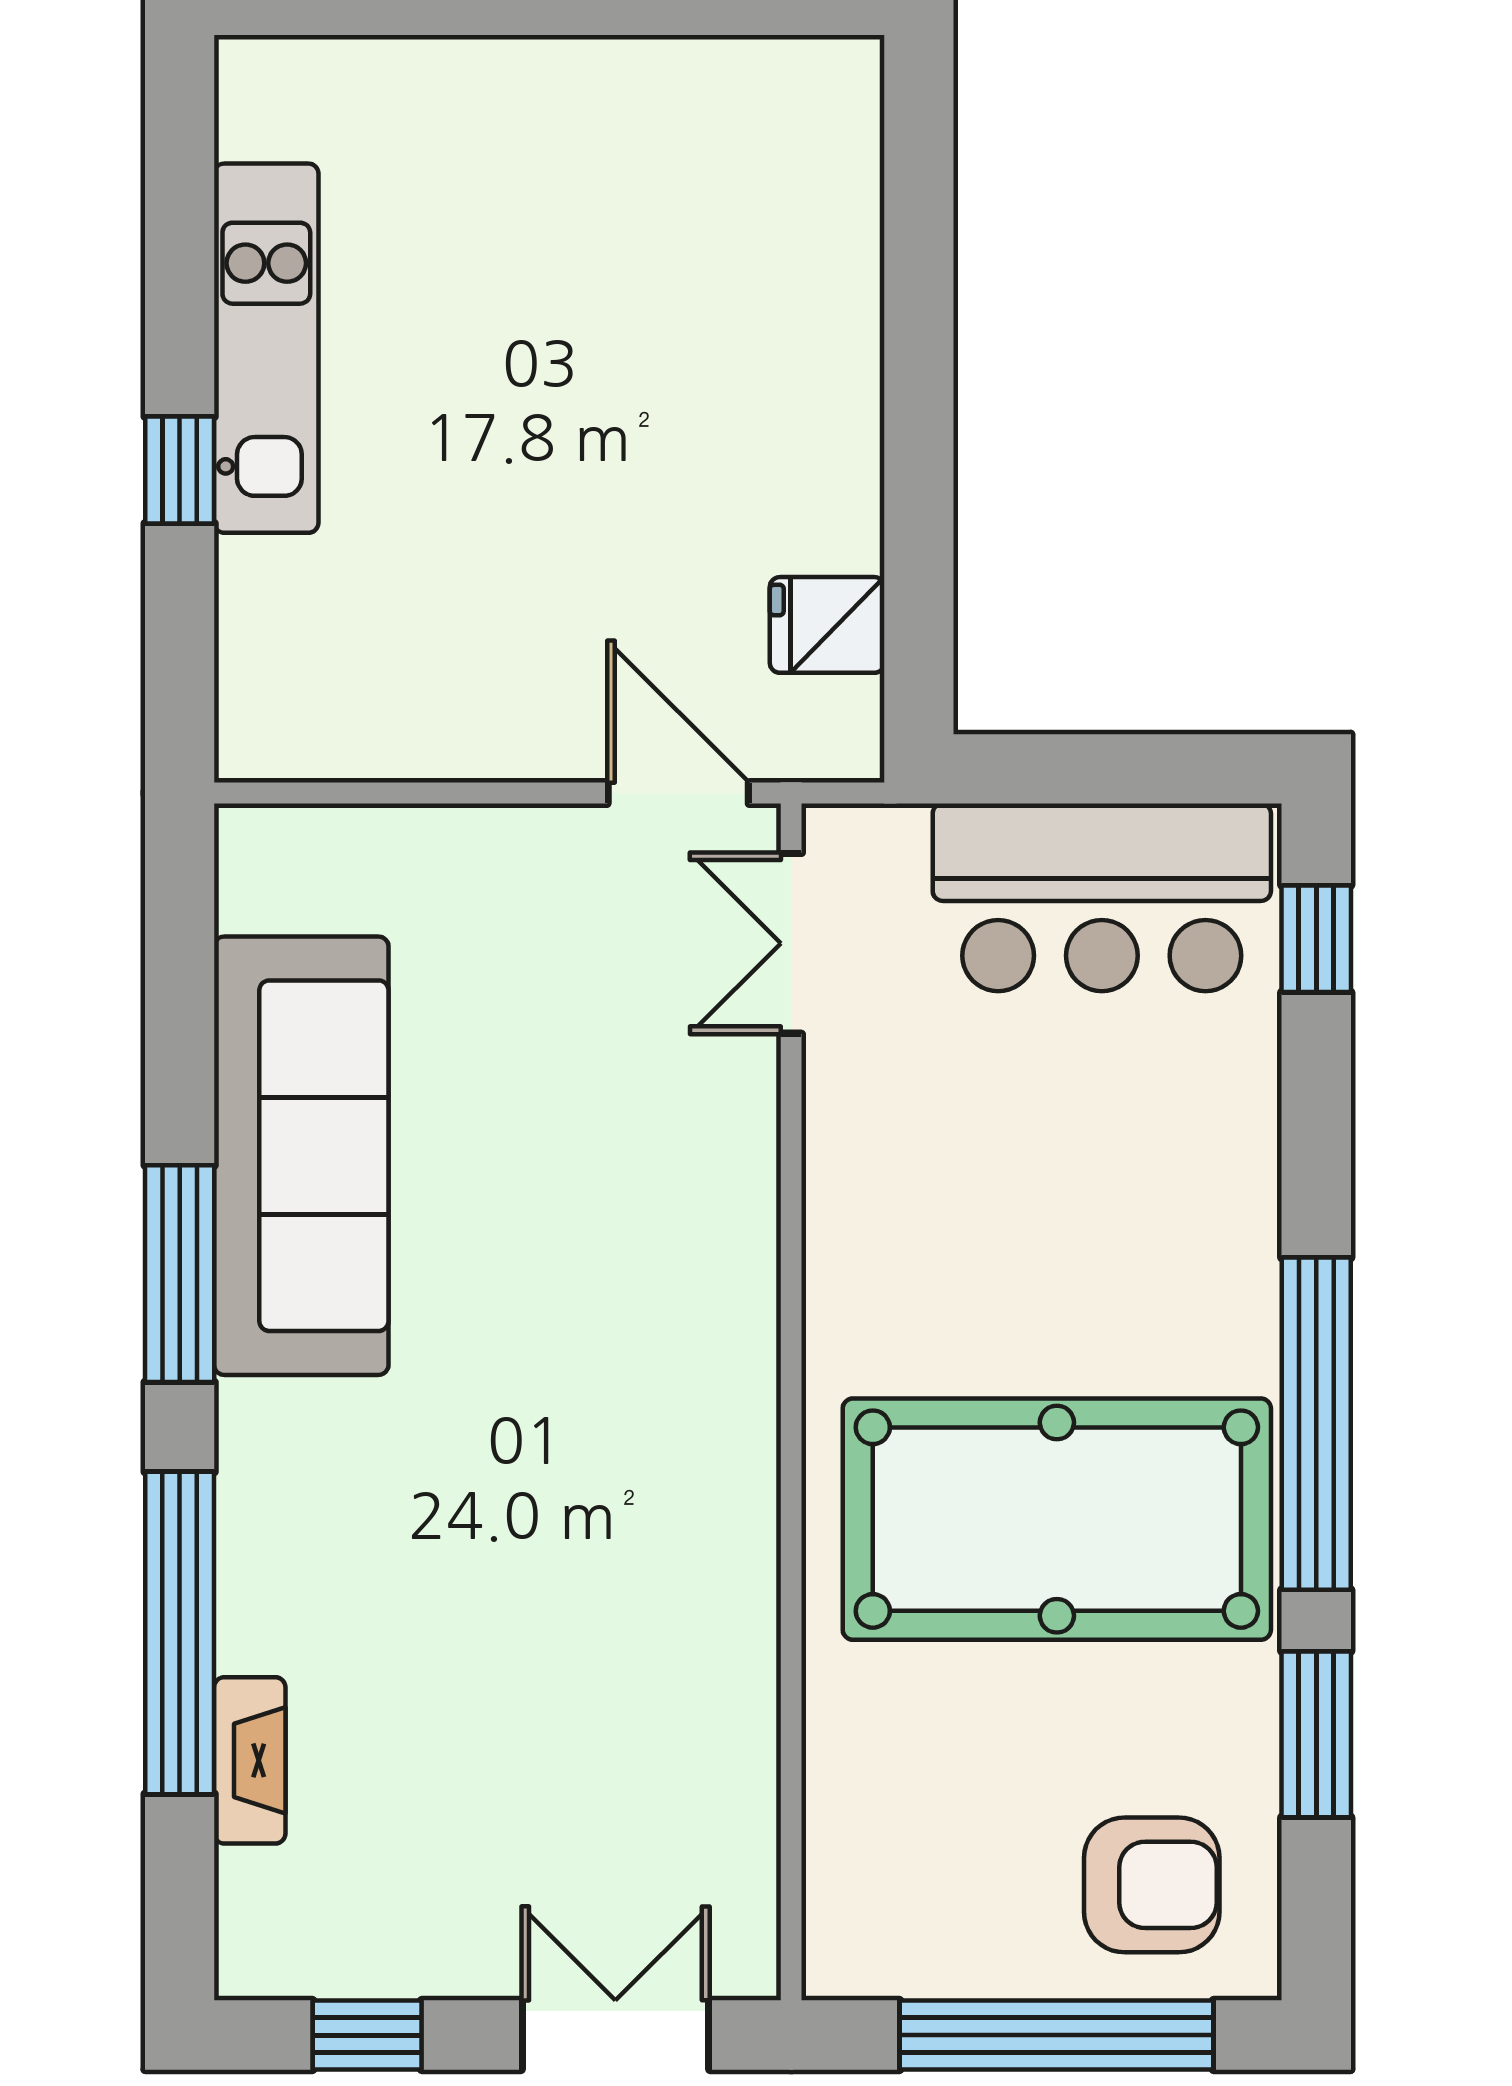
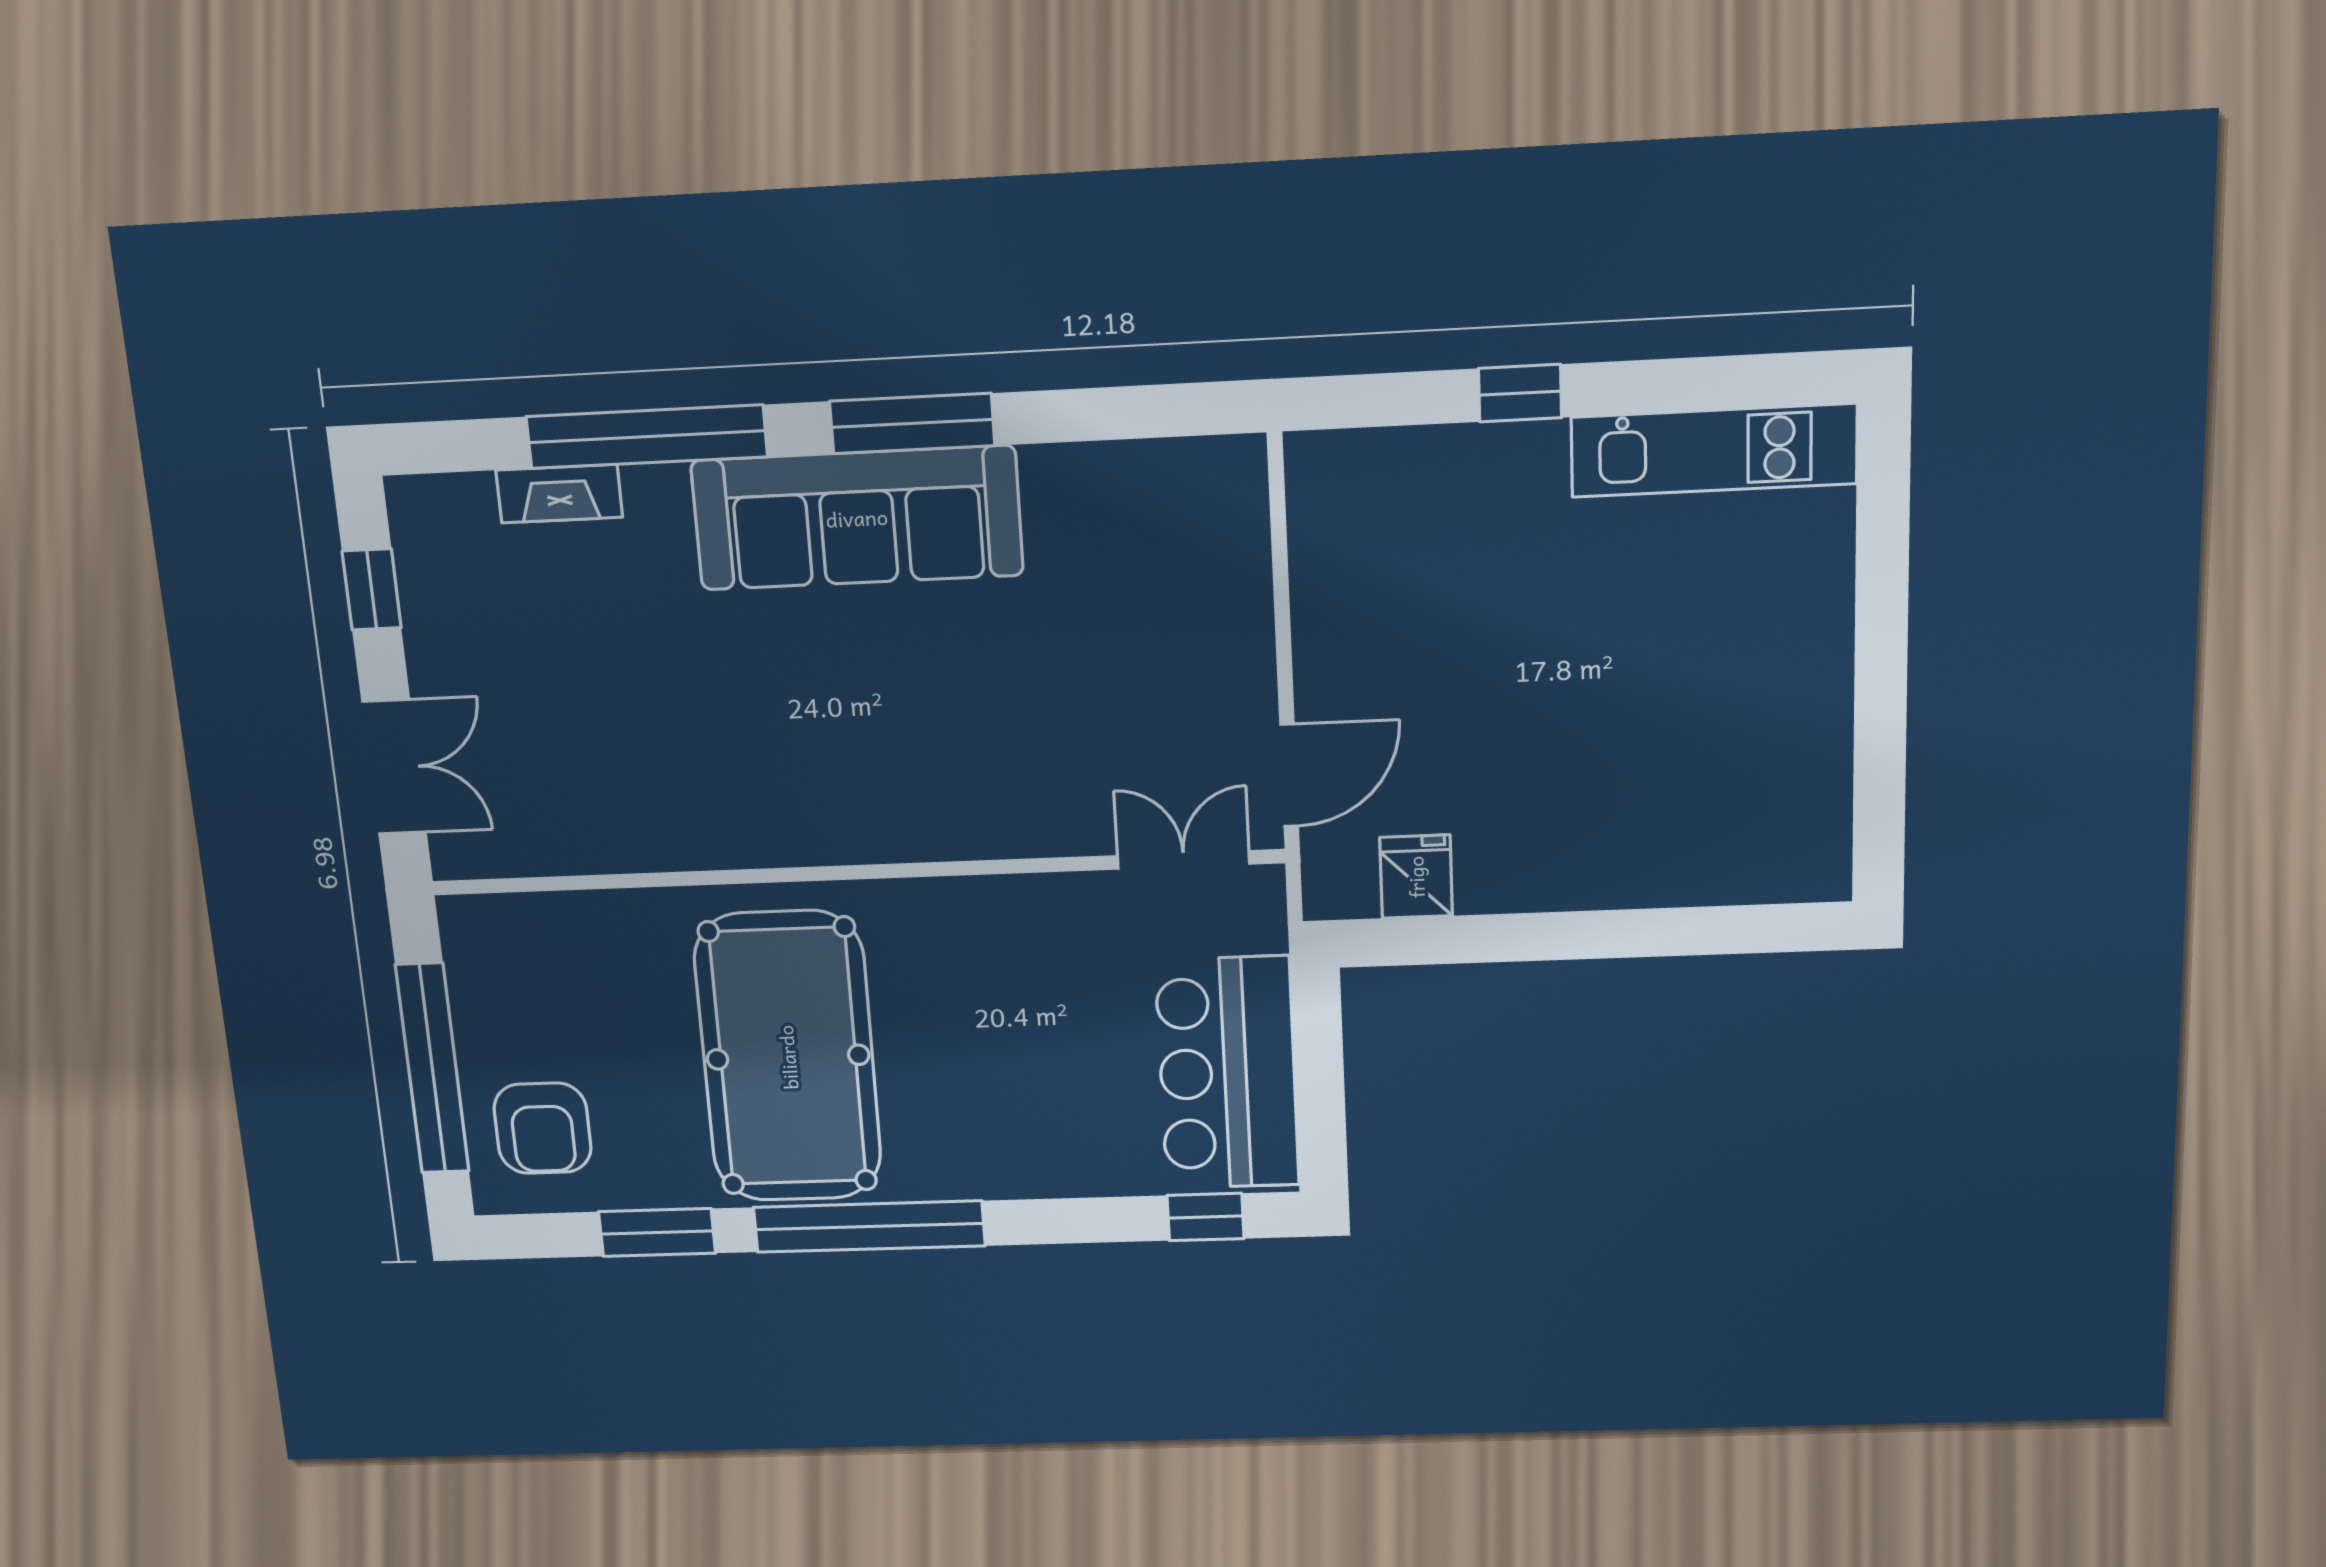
kitchen unit: (266, 348) -> (1714, 450), moved
sofa: (301, 1156) -> (857, 518), moved

